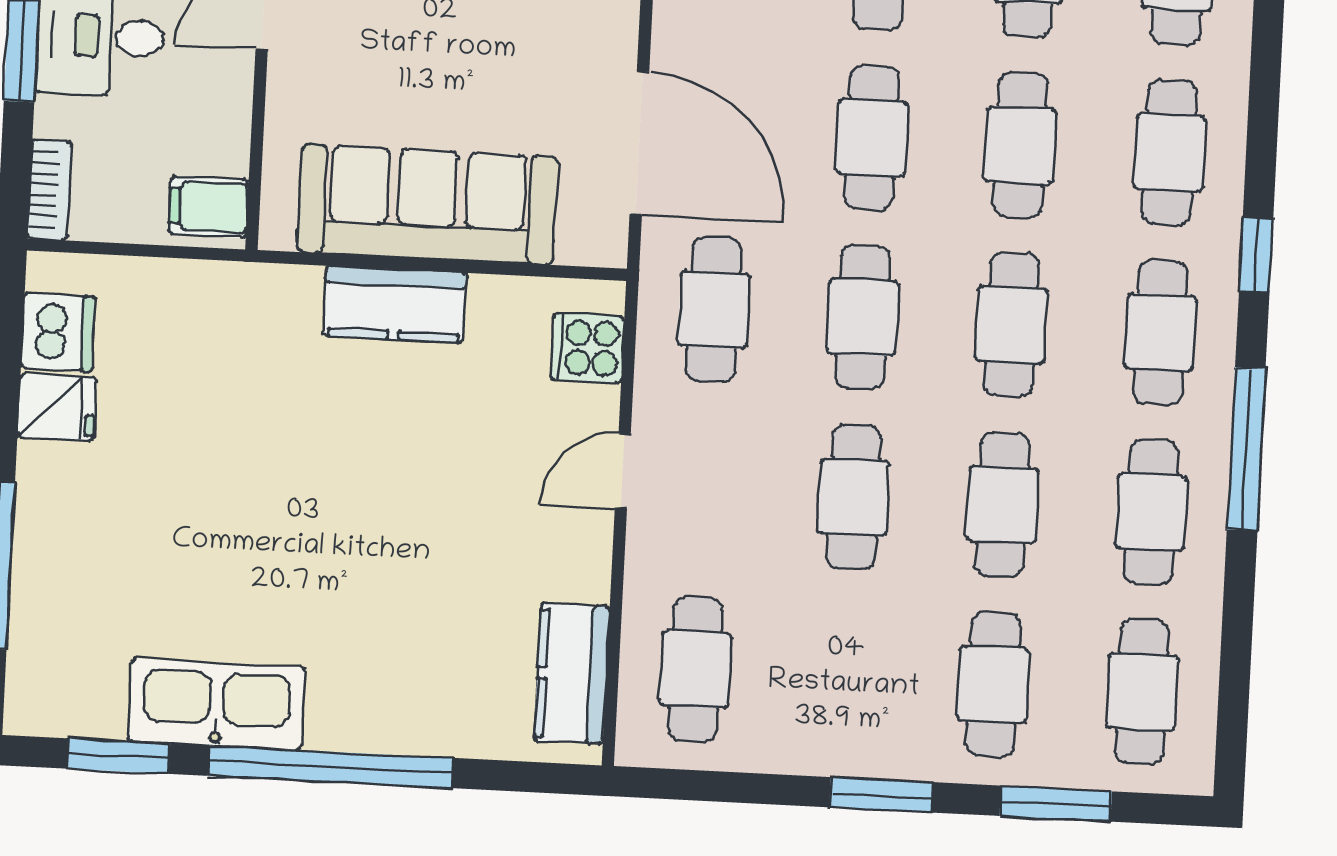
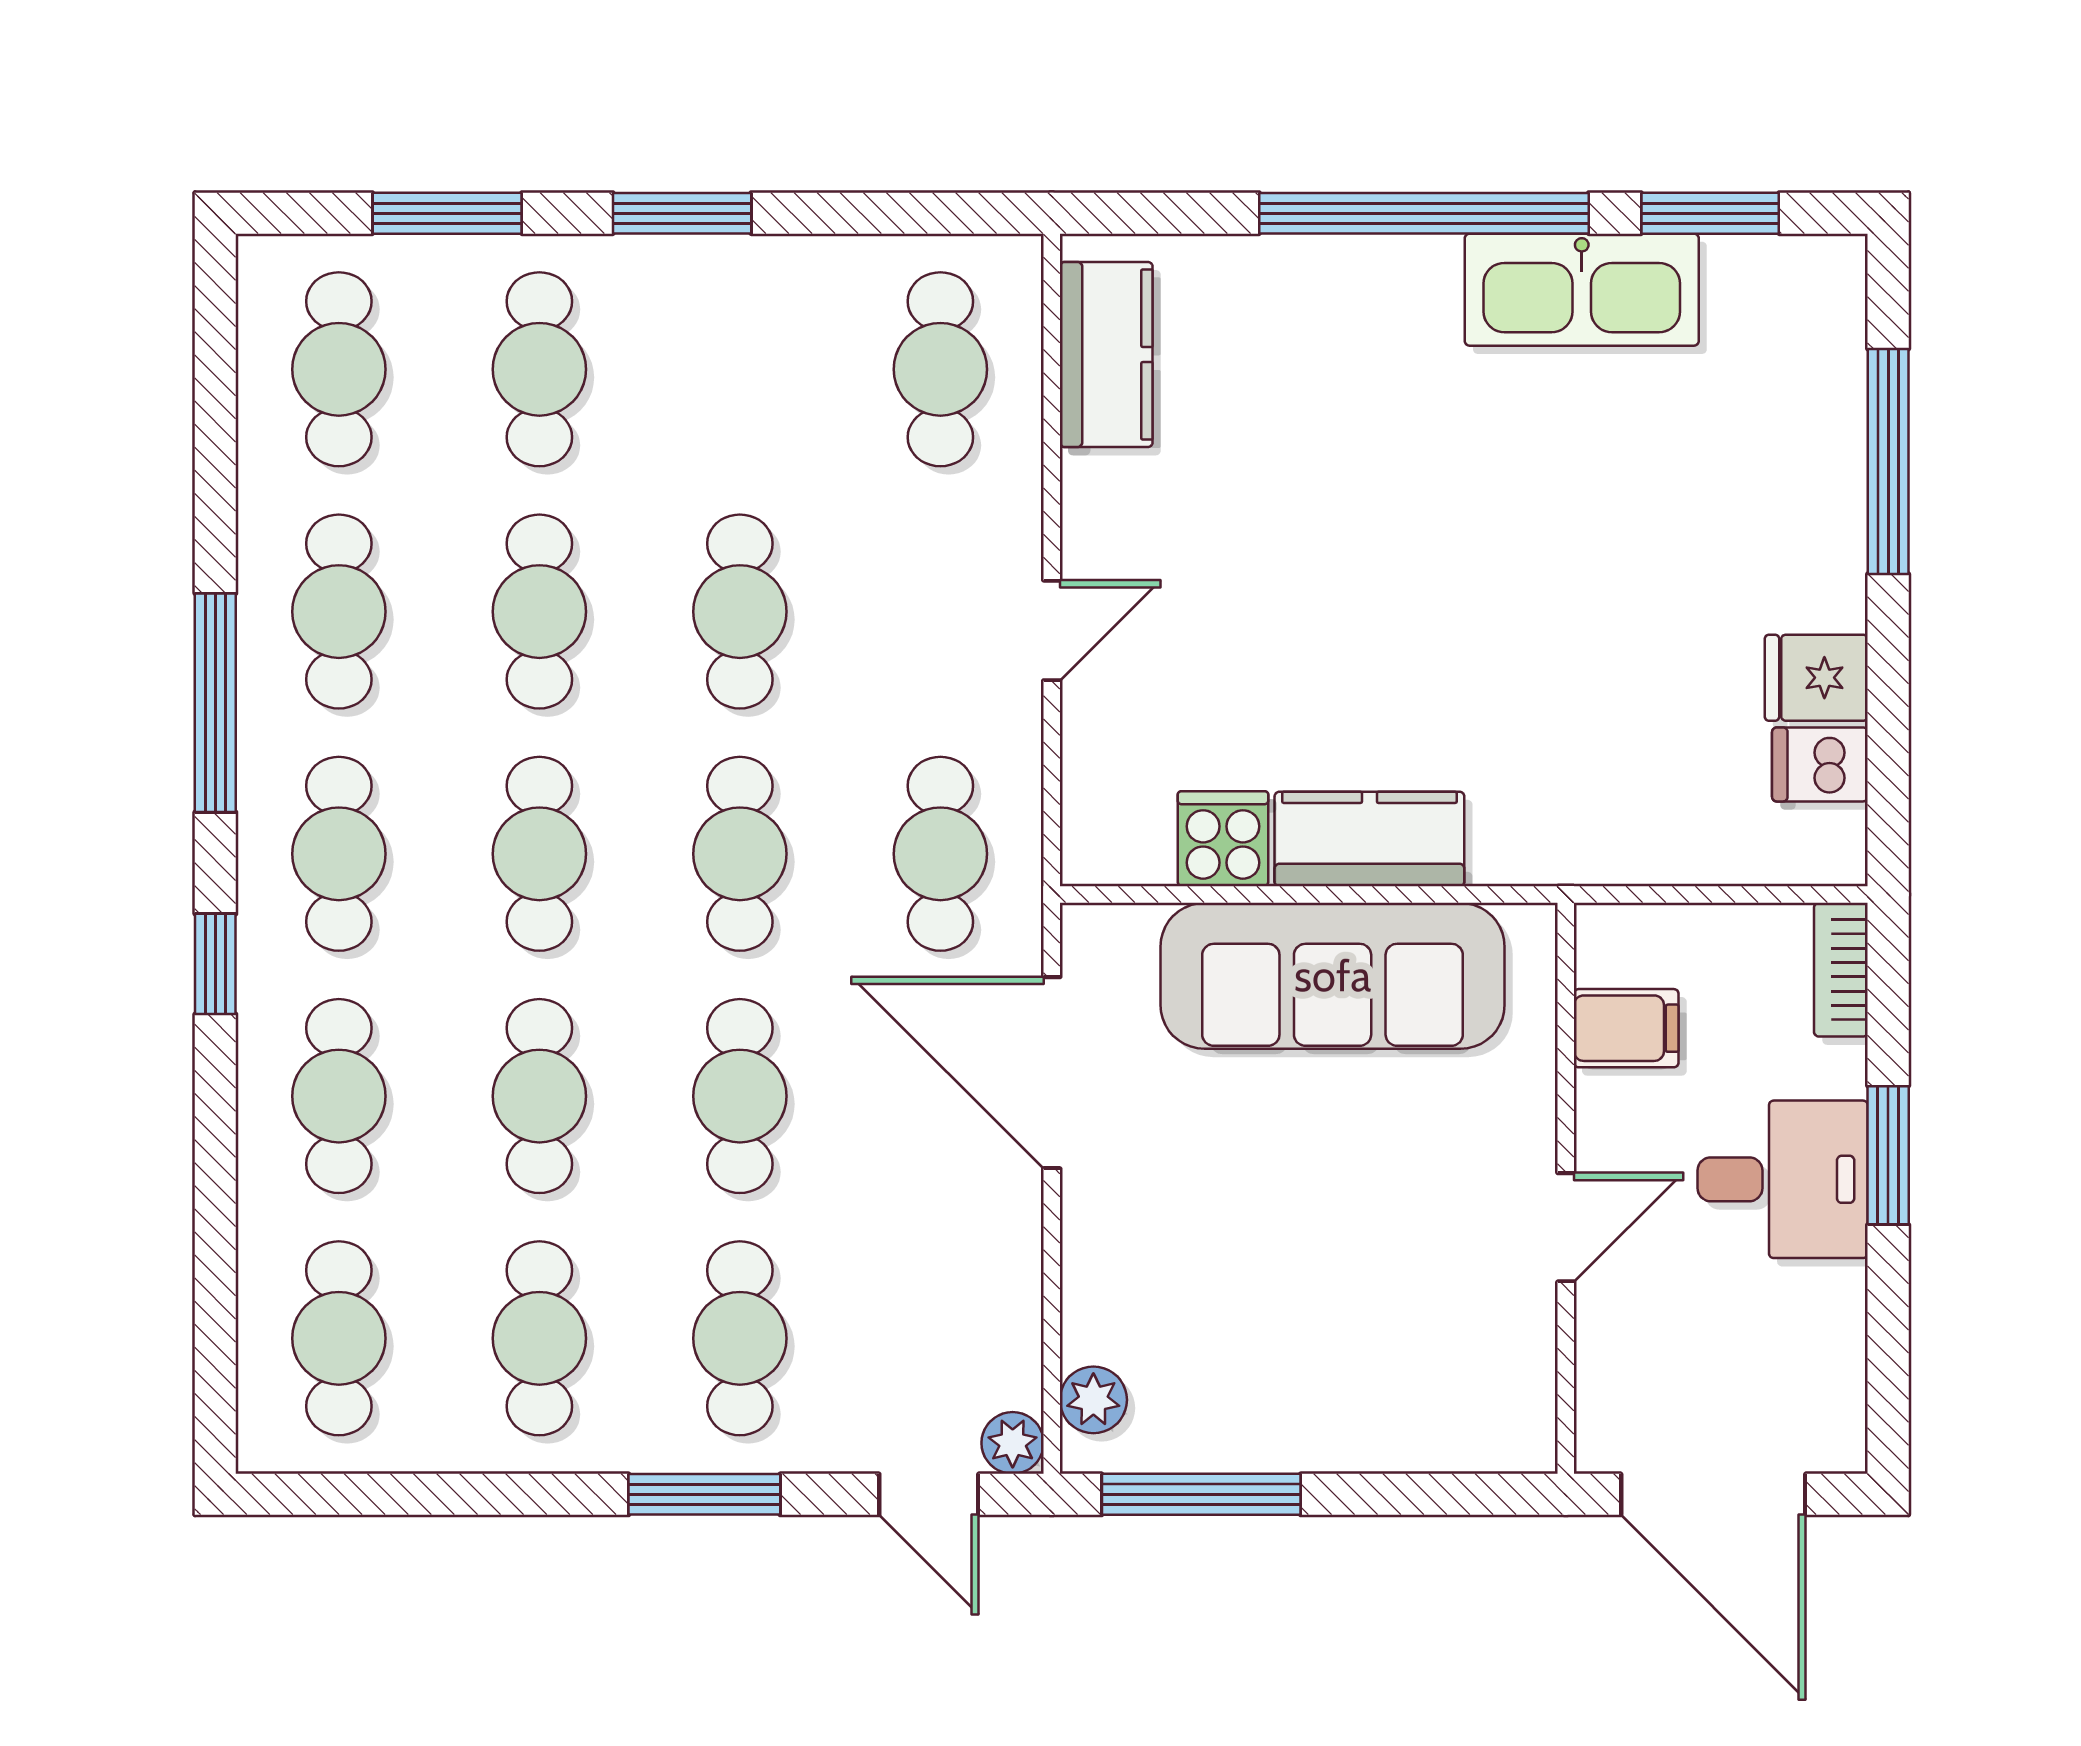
filing cabinet: (209, 207) -> (1626, 1028), moved
dishwasher: (58, 332) -> (1820, 764), width x0.73
cooker: (587, 348) -> (1223, 839), moved, turned -90

